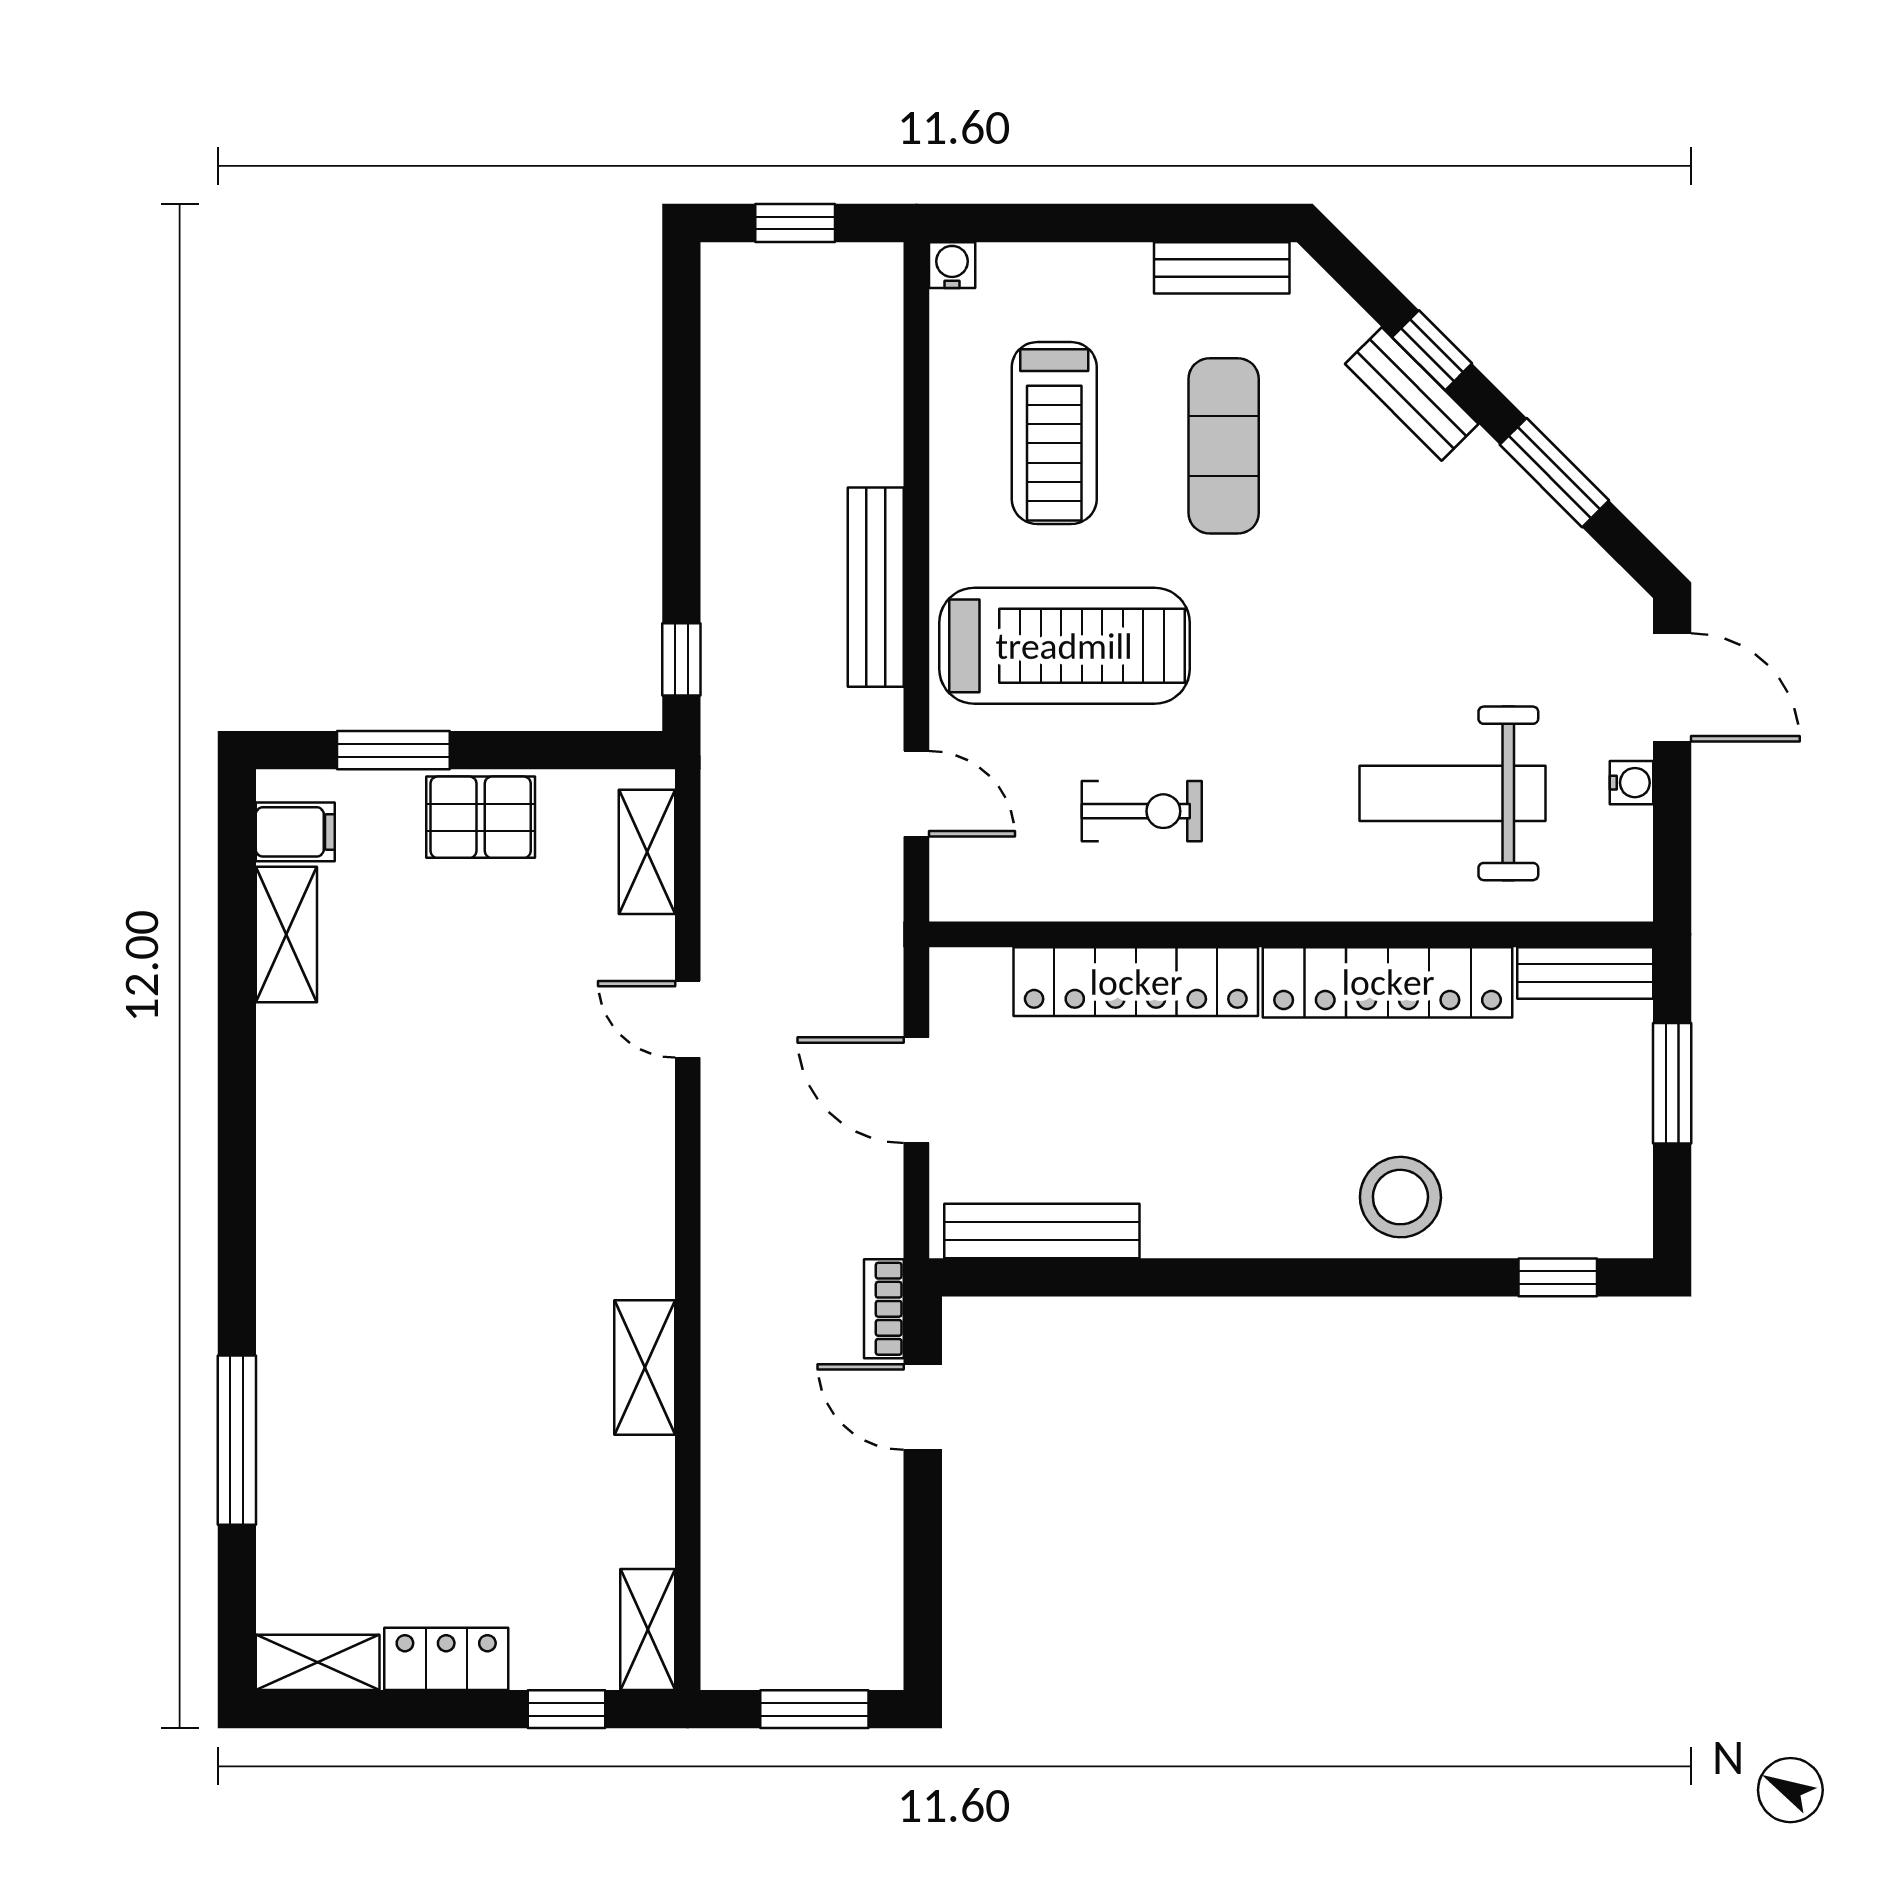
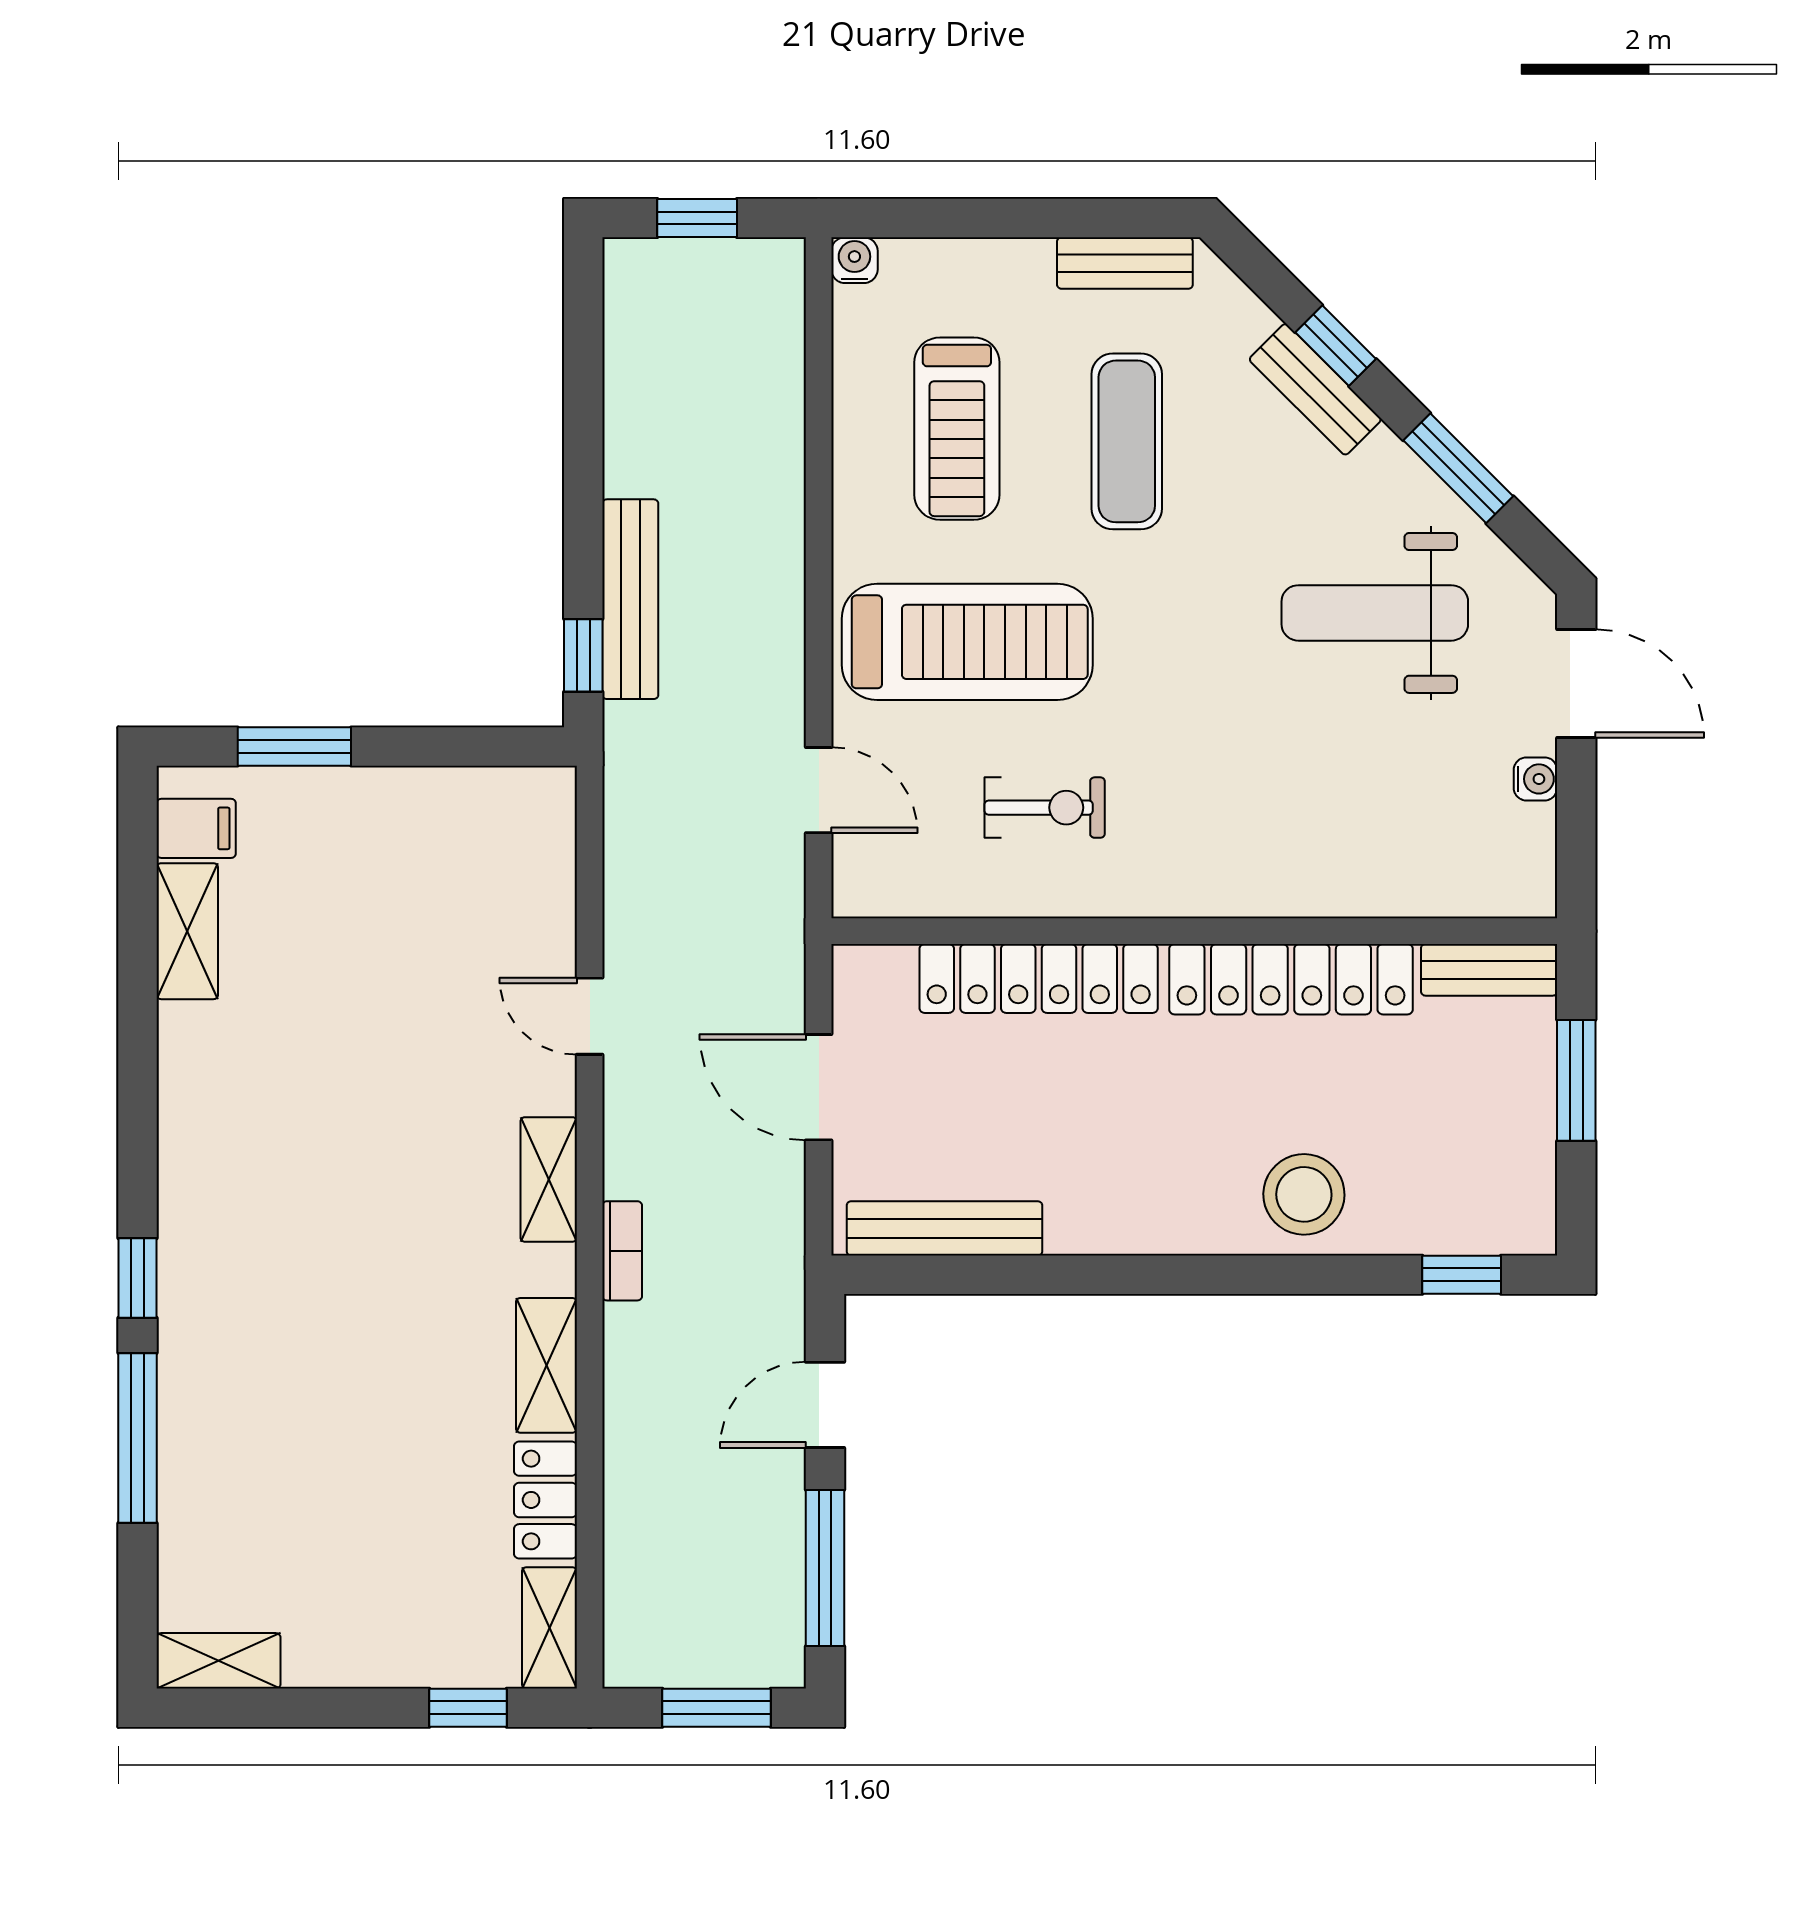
bench: (876, 587) -> (630, 599), moved
weight bench: (1453, 793) -> (1375, 613), moved
pallet: (481, 817) -> (382, 814), removed
shelving: (647, 852) -> (549, 1179), moved
window: (237, 1280) -> (138, 1278), added
bookcase: (884, 1309) -> (622, 1251), moved, turned 180
door: (923, 1407) -> (825, 1405), hinge flipped
window: (923, 1570) -> (825, 1568), added
locker: (446, 1659) -> (545, 1500), moved, turned -90

